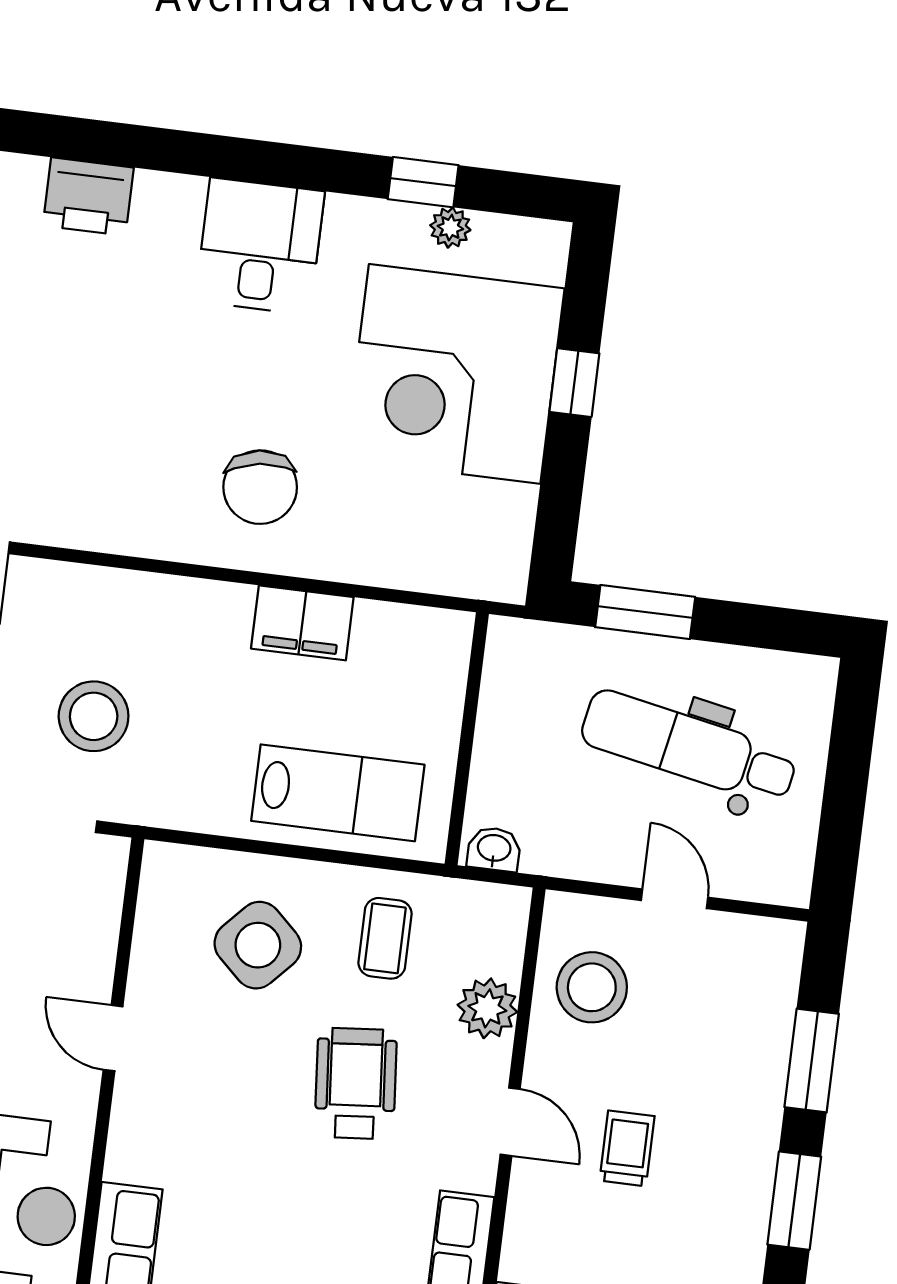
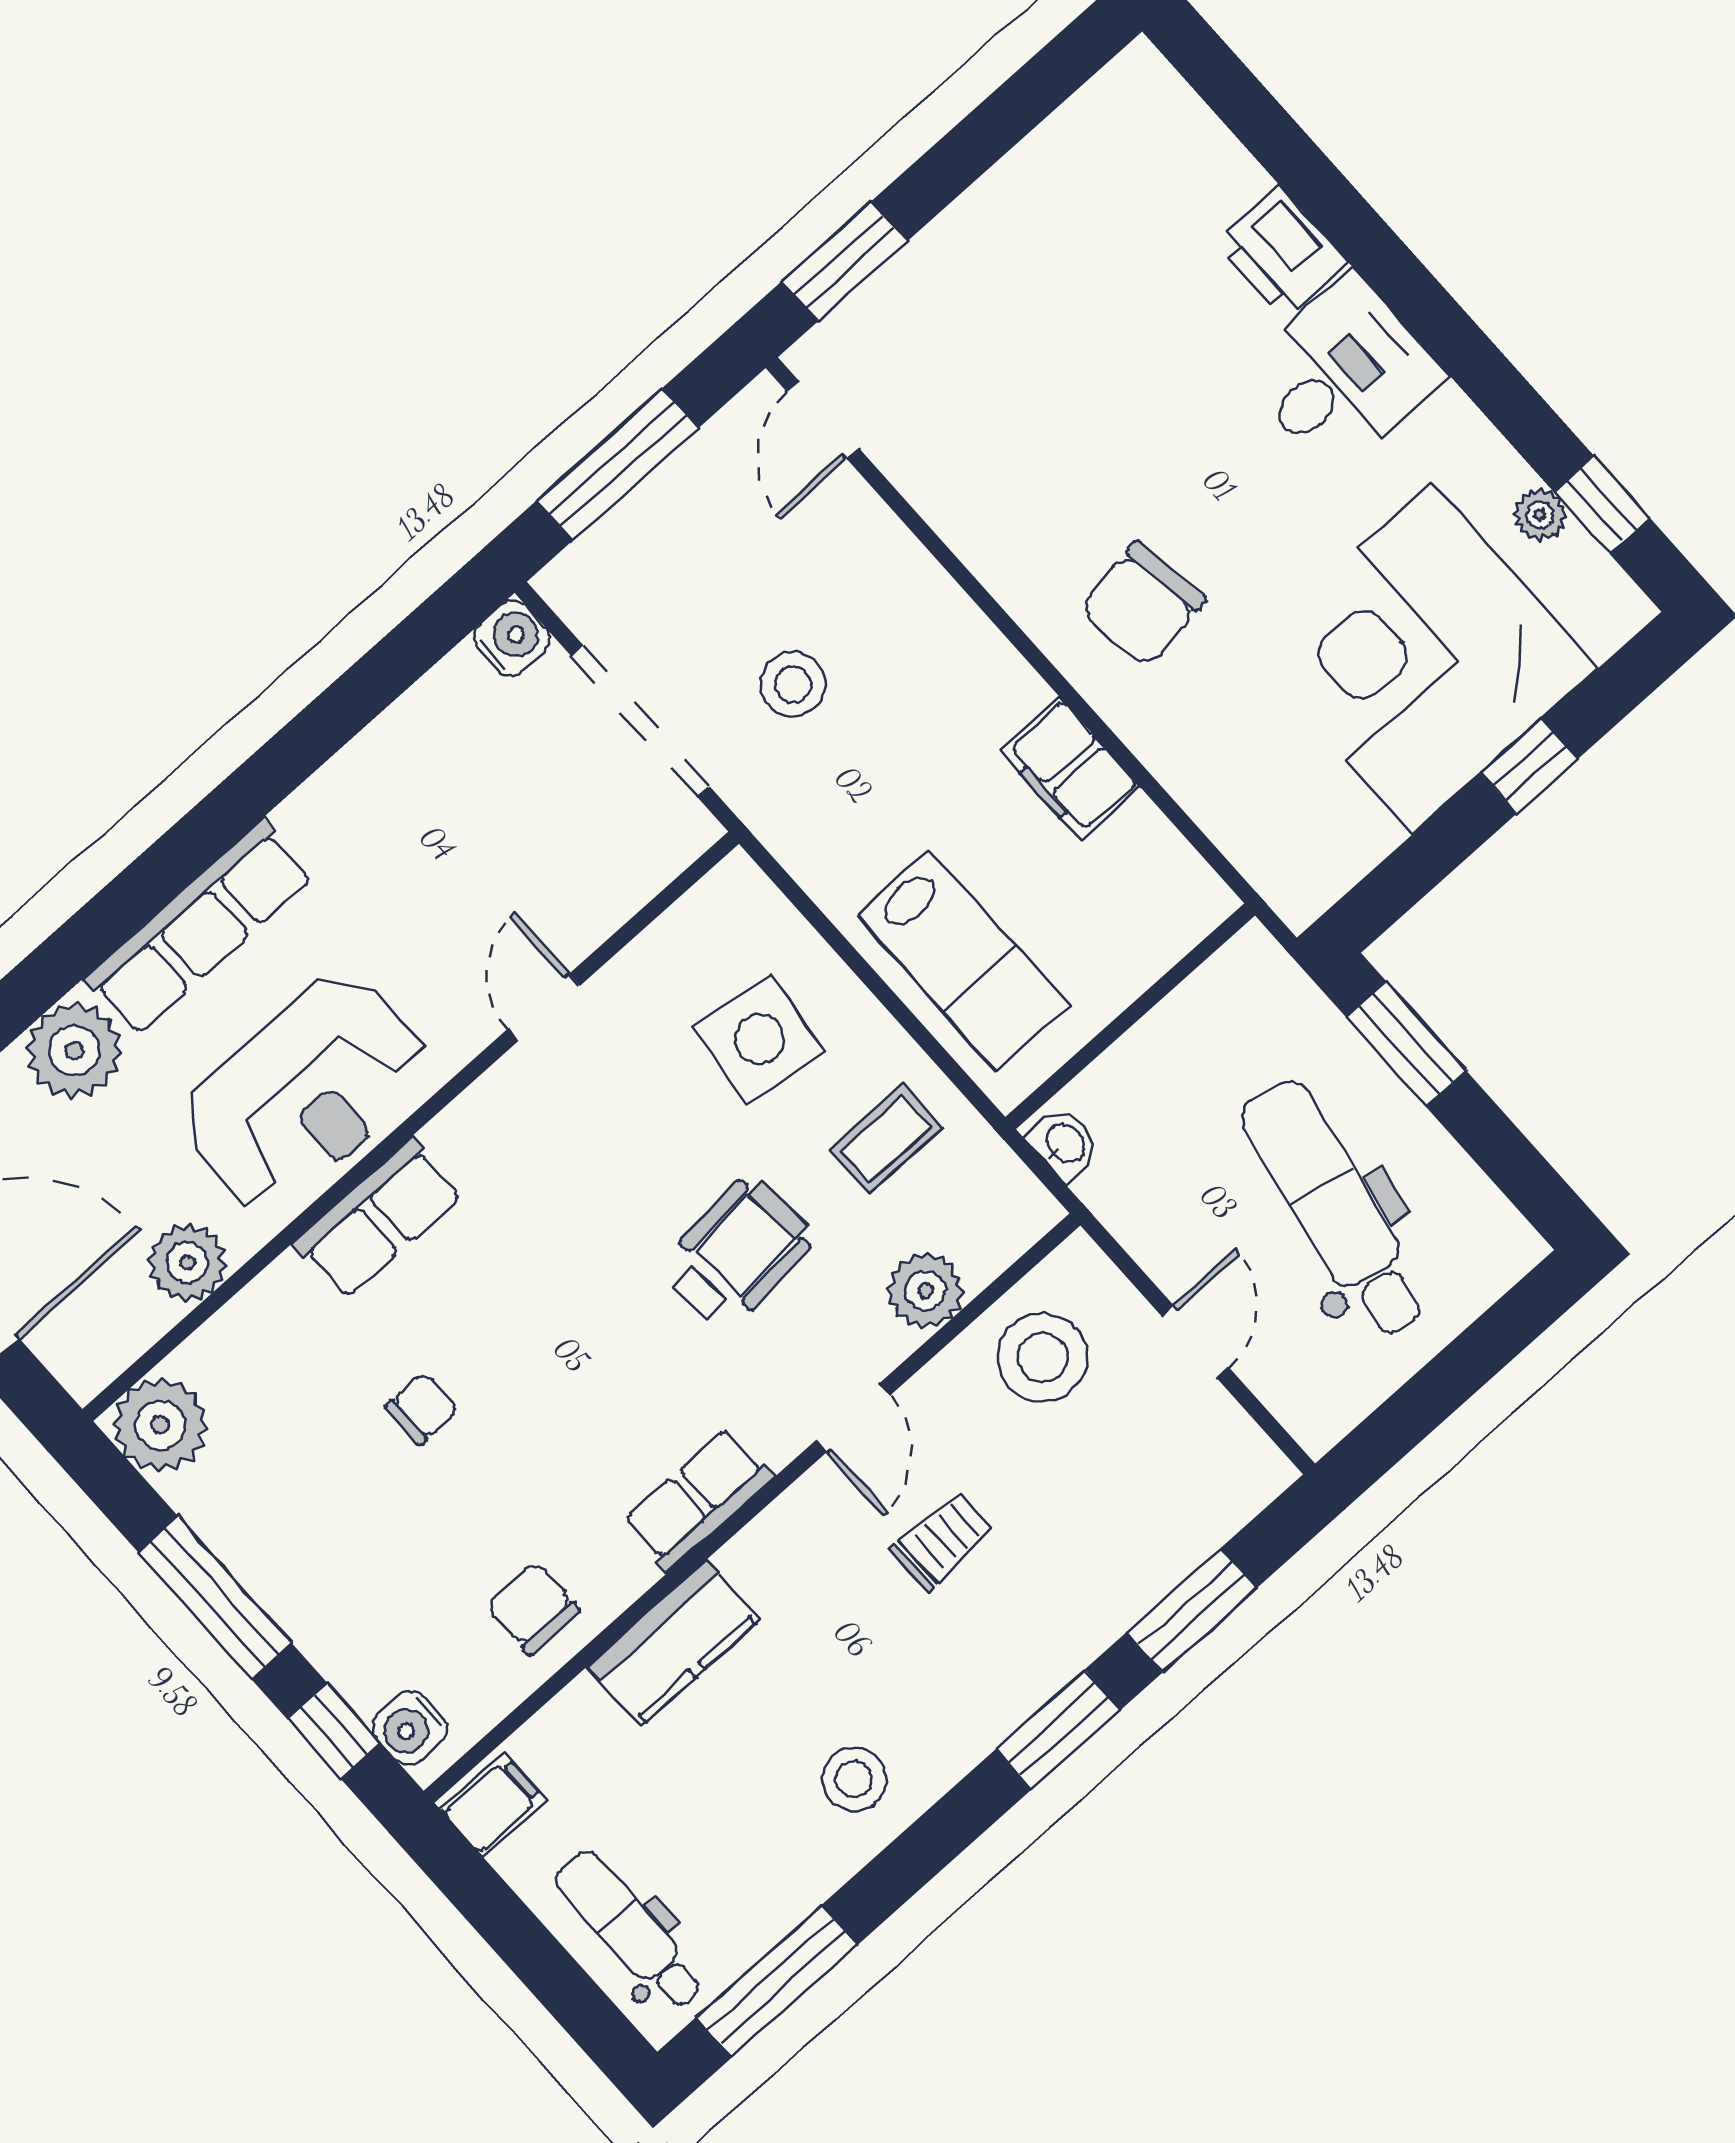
window: (423, 182) -> (1602, 505), moved
printer: (88, 197) -> (1282, 252), moved
stool: (94, 716) -> (793, 684), width x0.73, depth x0.73
side table: (258, 945) -> (759, 1039), turned -36

